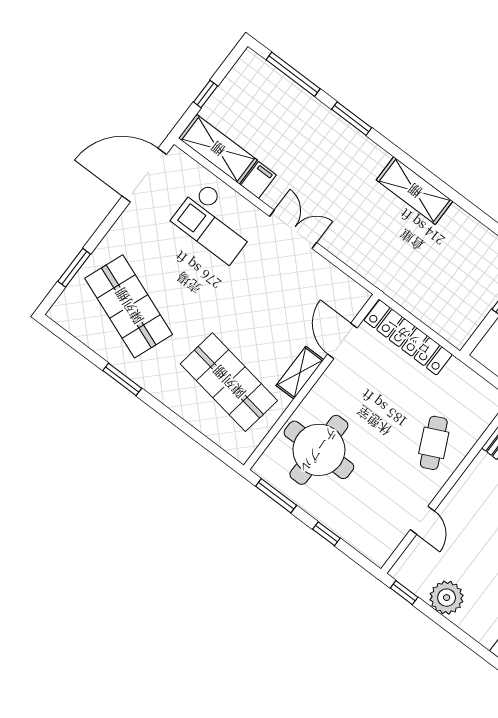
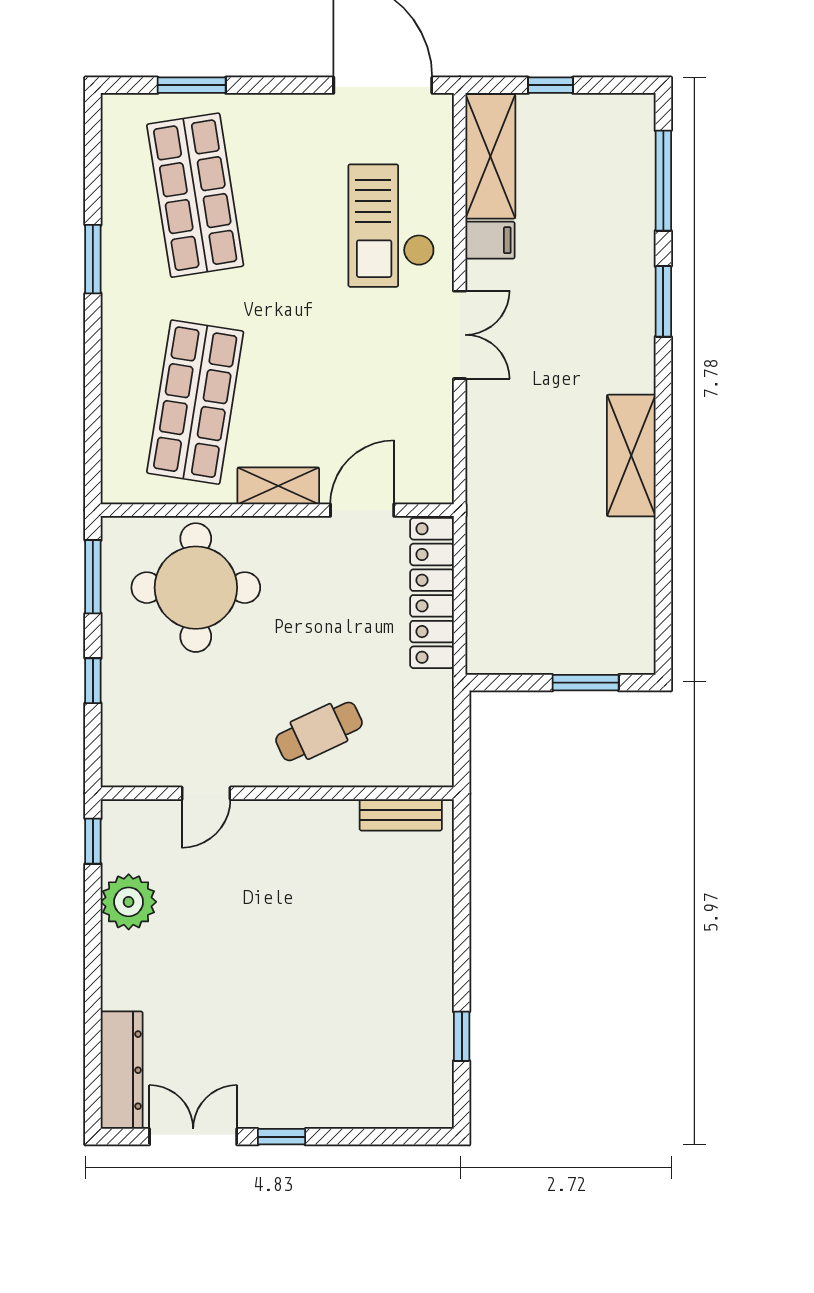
shop shelf: (129, 306) -> (195, 195), turned -30

